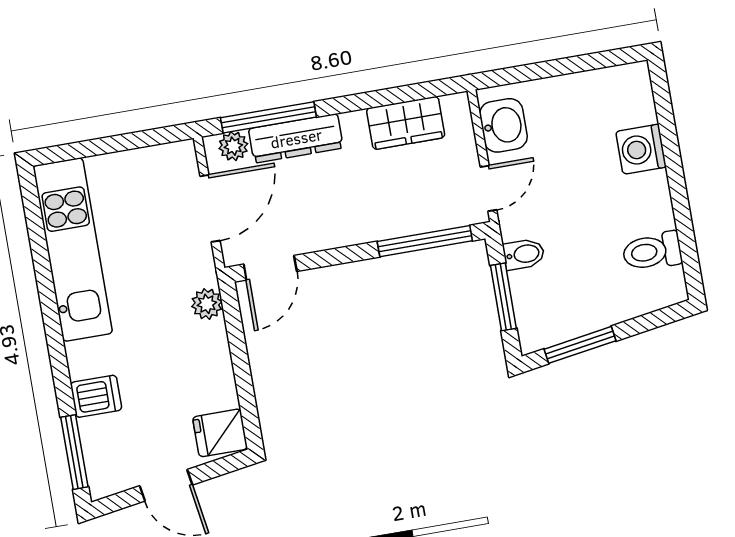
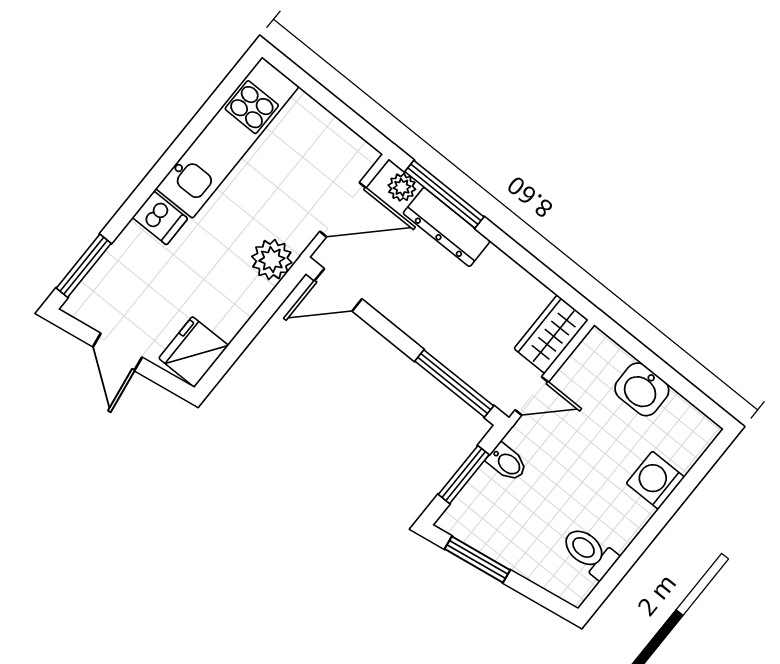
wardrobe: (406, 123) -> (551, 334), moved, turned 90
washbasin: (503, 125) -> (642, 389), moved, turned 90
plant: (207, 304) -> (272, 260), width x1.38, depth x1.38
dishwasher: (96, 396) -> (160, 218), moved
fridge: (220, 433) -> (194, 352), width x1.38

